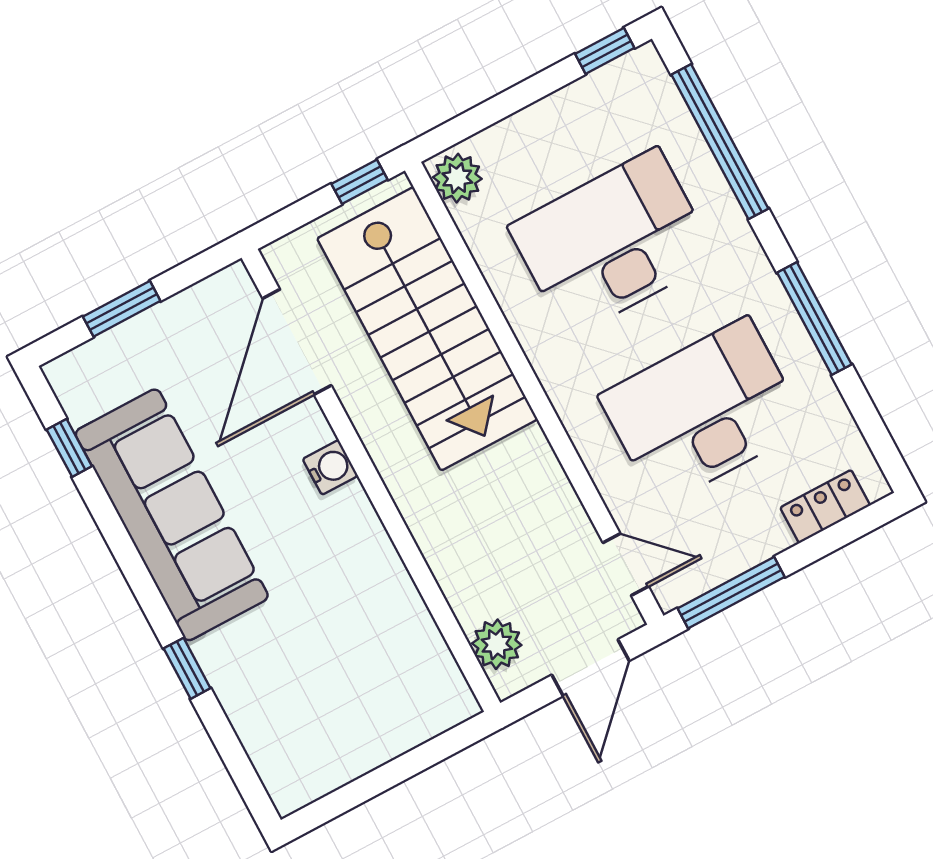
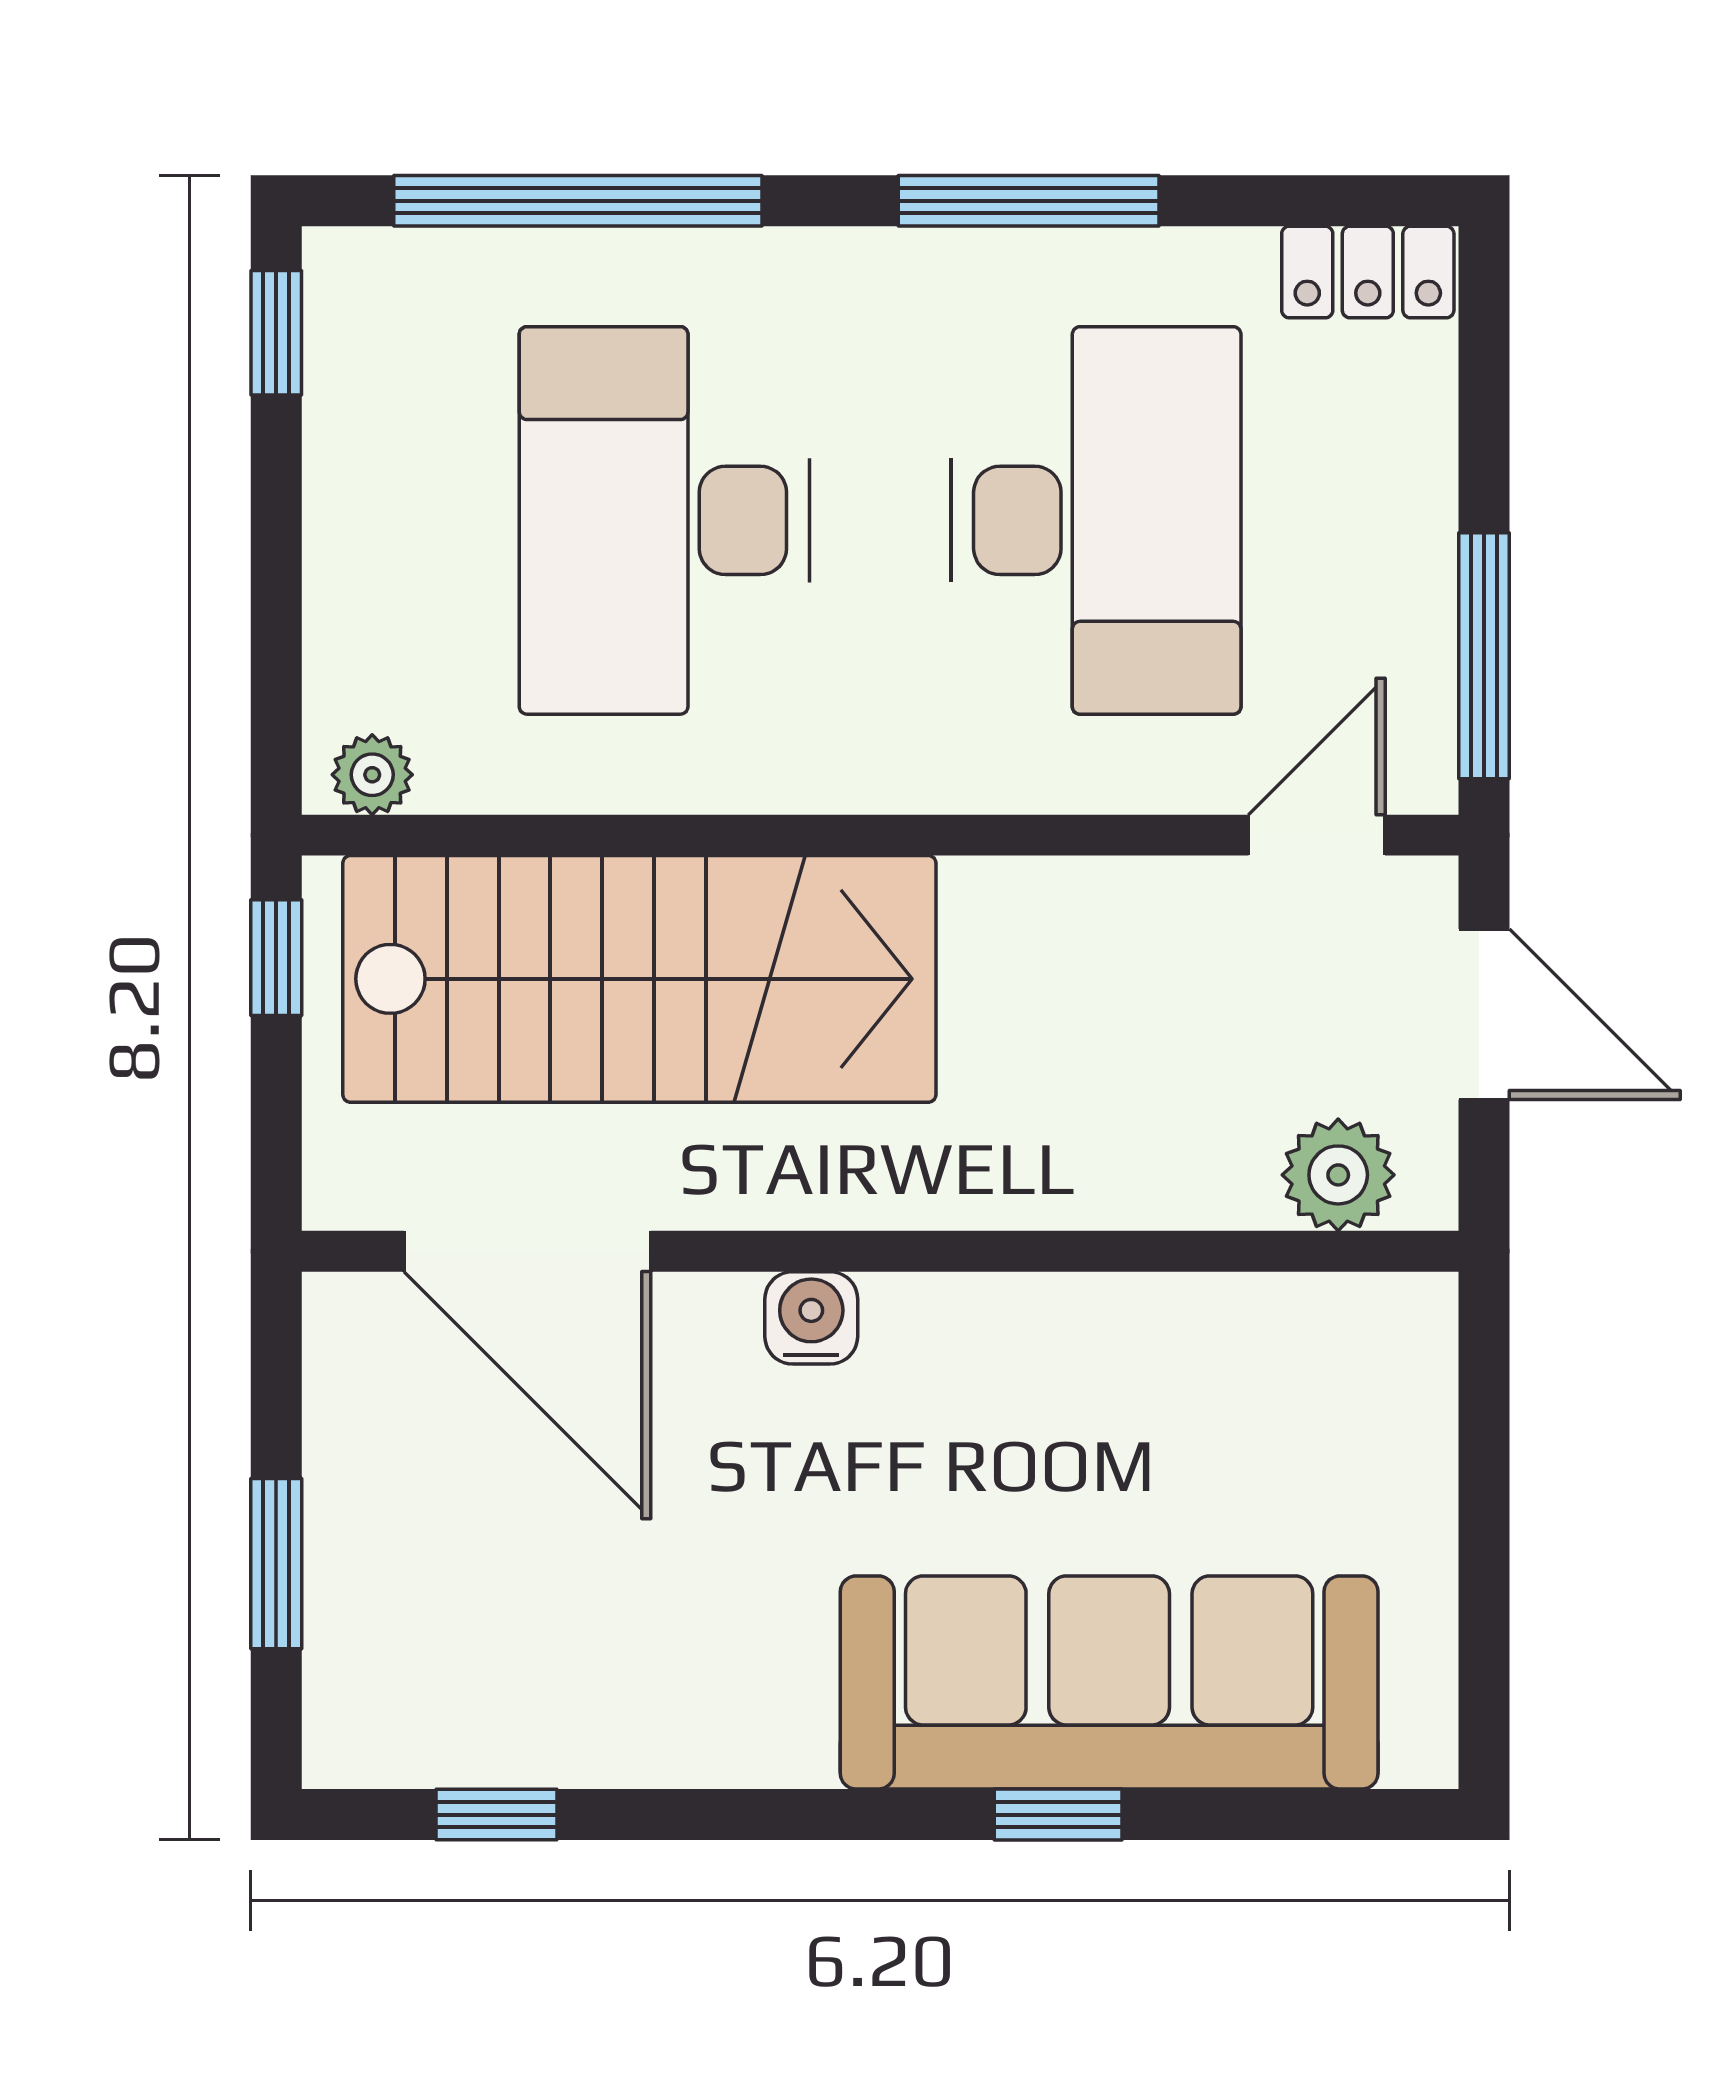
plant: (457, 178) -> (372, 775), width x0.73, depth x0.73
desk: (703, 412) -> (1096, 520), turned 180
locker: (825, 507) -> (1368, 272), moved, turned -90
sofa: (172, 515) -> (1109, 1682), moved

